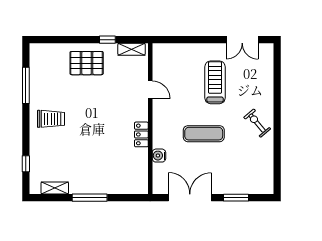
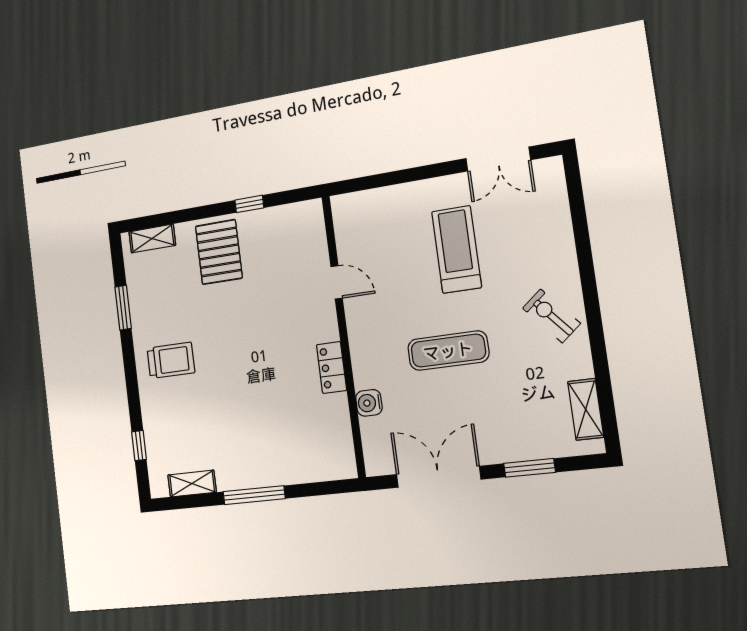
shelving: (132, 49) -> (152, 239), moved
pallet: (87, 63) -> (219, 252), turned 90
window: (26, 85) -> (123, 308), width x0.69
shelving: (267, 172) -> (586, 409), added

